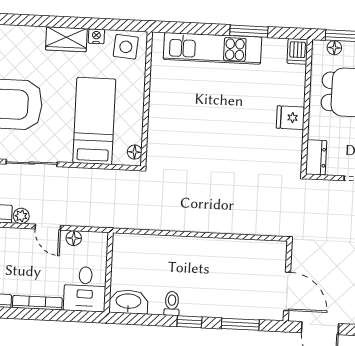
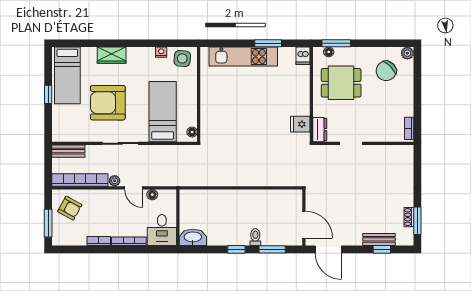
wardrobe: (66, 39) -> (112, 55), moved
fridge: (290, 118) -> (300, 124), moved
toilet: (172, 303) -> (255, 237), moved

